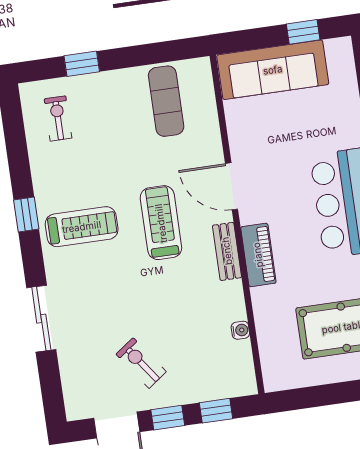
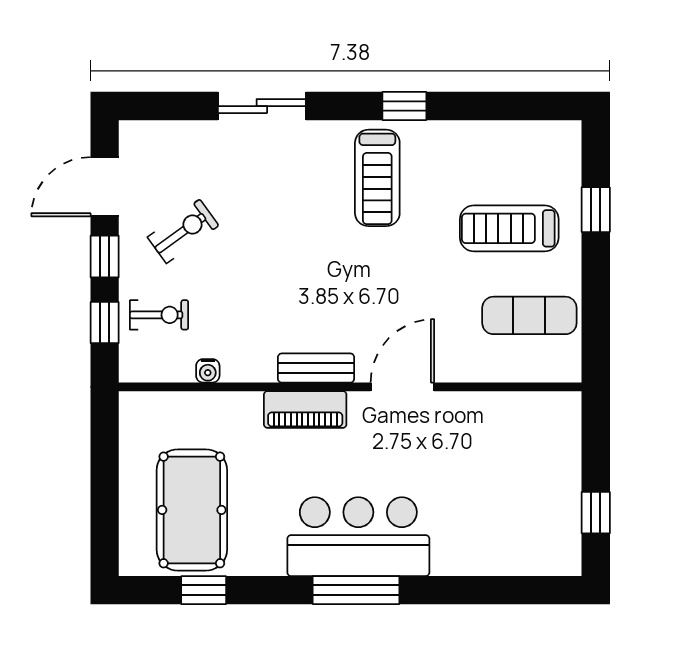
sofa: (273, 70) -> (551, 465), removed
exercise bike: (58, 118) -> (159, 315), moved
treadmill: (161, 223) -> (509, 228), moved, turned 180

